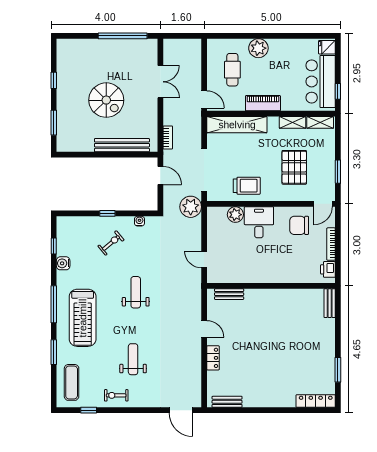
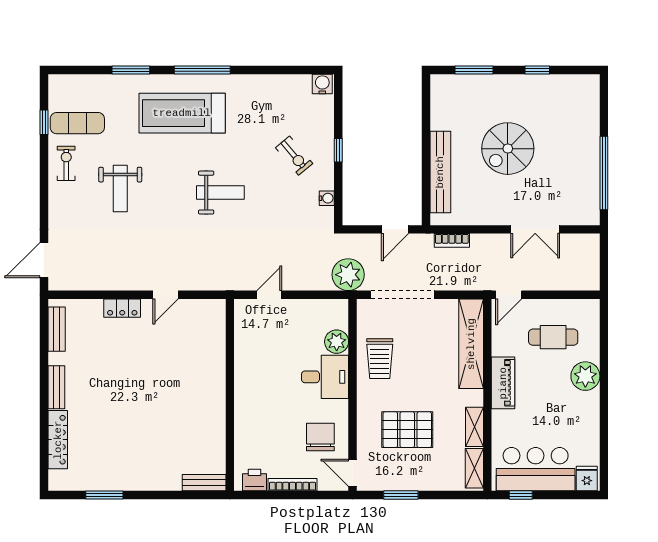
window: (54, 246) -> (290, 70), removed
water cooler: (63, 263) -> (322, 84), moved
bench: (229, 294) -> (56, 387), moved
weight bench: (133, 359) -> (120, 189), turned 90
exercise mat: (72, 382) -> (77, 123), moved
locker: (316, 401) -> (58, 440), moved

